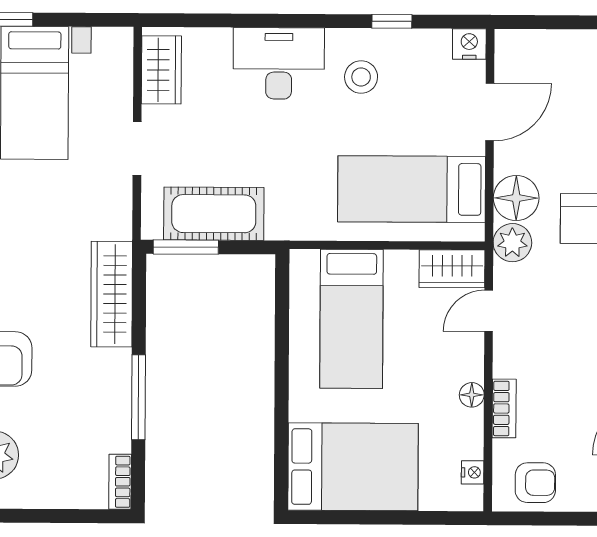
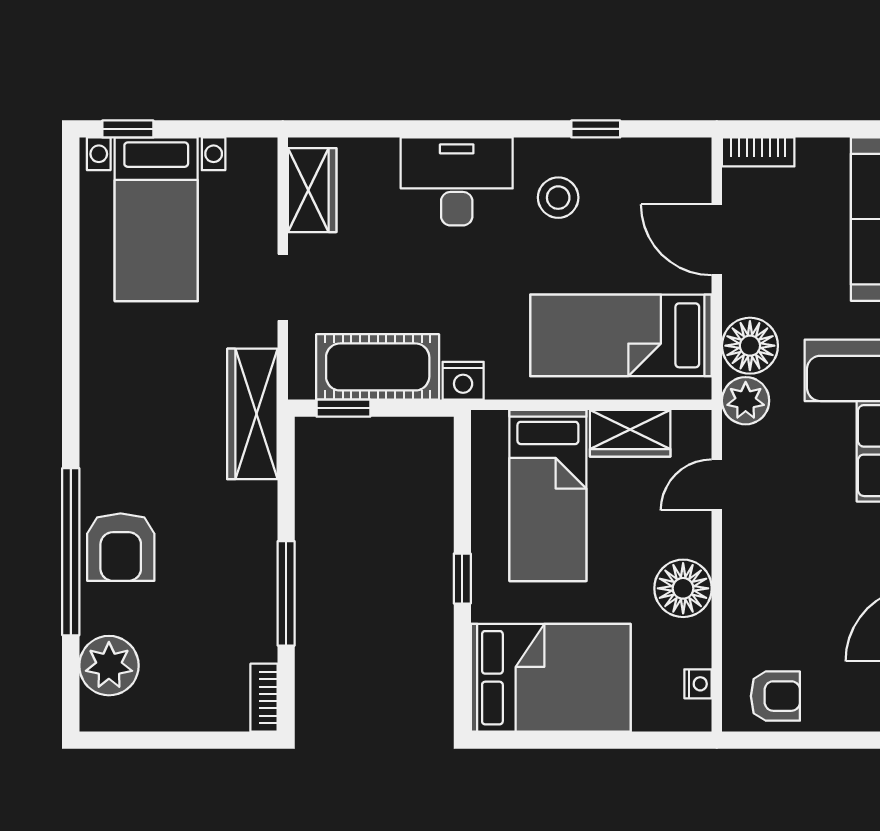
nightstand: (469, 44) -> (463, 381), moved, turned 180
door: (490, 112) -> (717, 240), swing flipped
window: (186, 247) -> (343, 408), width x0.67
wardrobe: (452, 269) -> (630, 433), moved
wardrobe: (112, 294) -> (252, 414), moved
window: (282, 386) -> (462, 579), added
floor lamp: (472, 395) -> (683, 588), width x1.89, depth x1.89
bookcase: (504, 408) -> (758, 152), moved, turned 90

